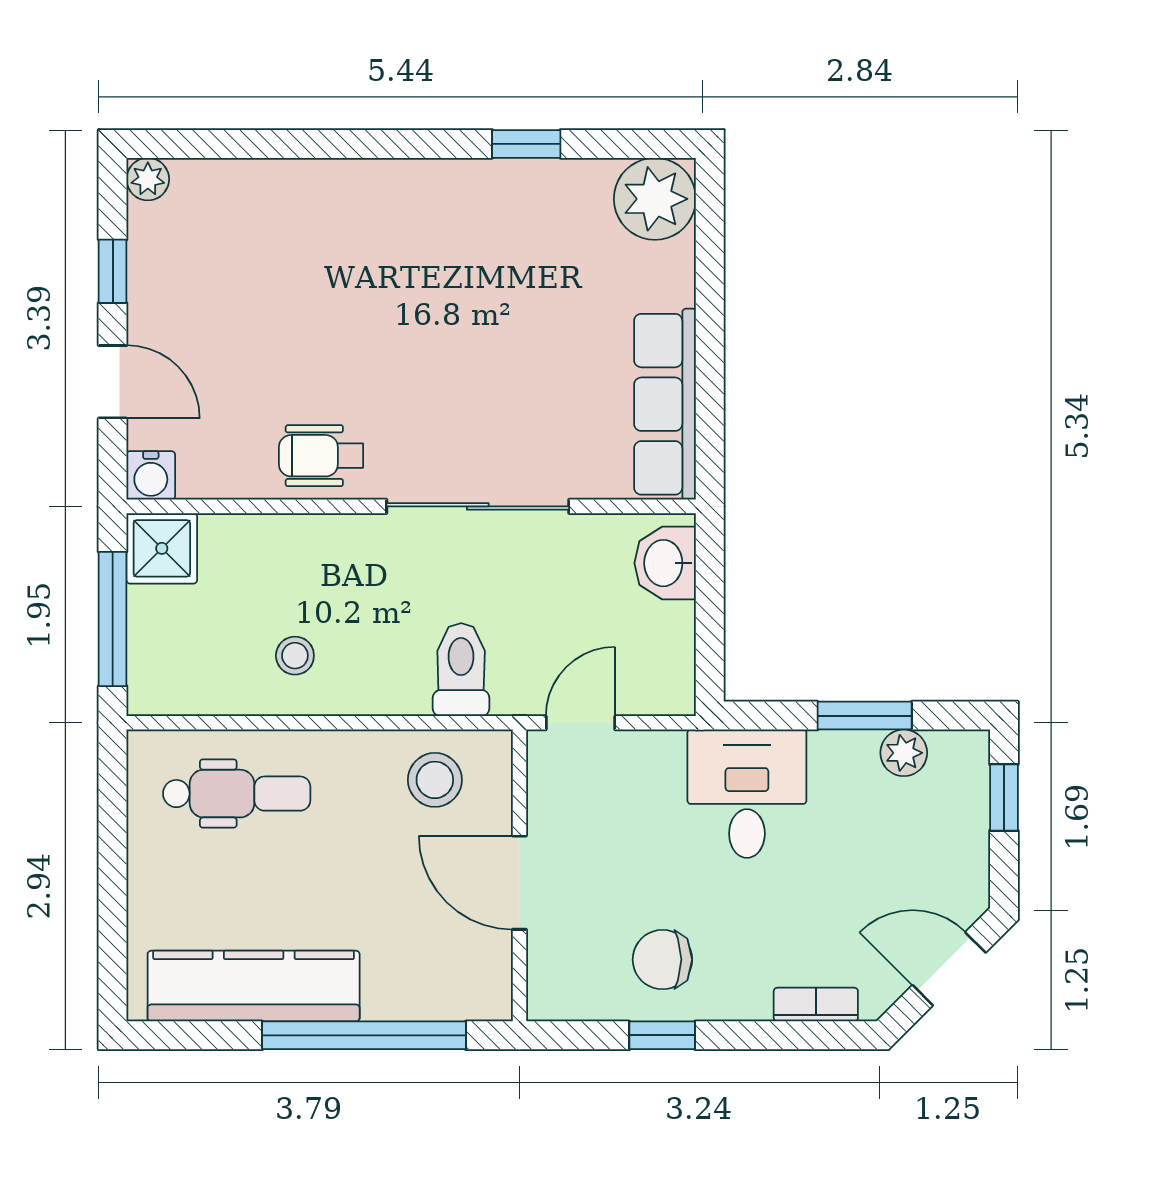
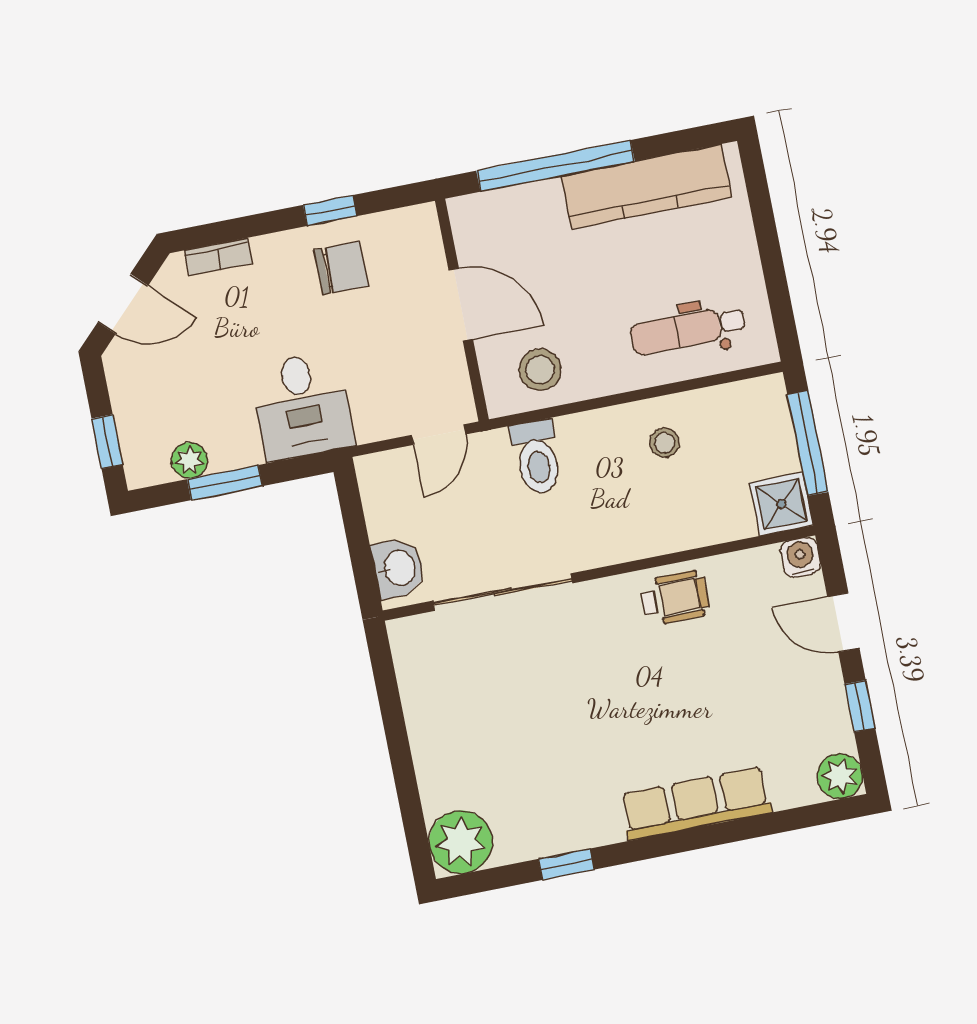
plant: (148, 179) -> (840, 776), width x1.38, depth x1.38
row of seats: (665, 404) -> (696, 803), moved, turned -90
sliding door: (478, 506) -> (503, 592), moved

